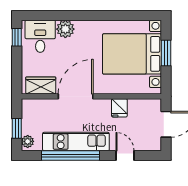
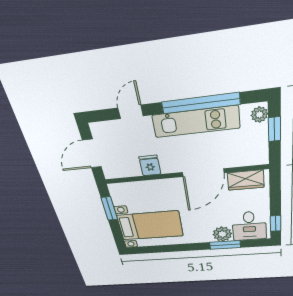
window: (64, 15) -> (225, 245), added
window: (166, 53) -> (109, 209), moved
bed with nightstands: (132, 54) -> (150, 226), width x0.73
door: (125, 156) -> (131, 112), swing flipped

